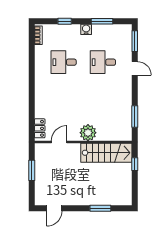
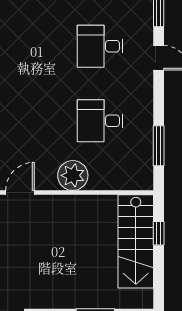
desk: (64, 62) -> (100, 121), moved
stairs: (106, 153) -> (136, 241), moved, turned 90

